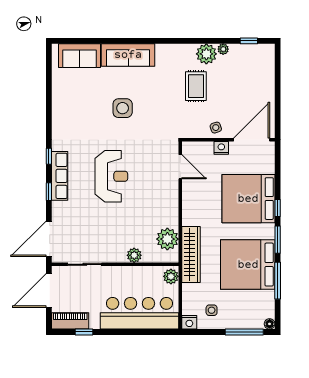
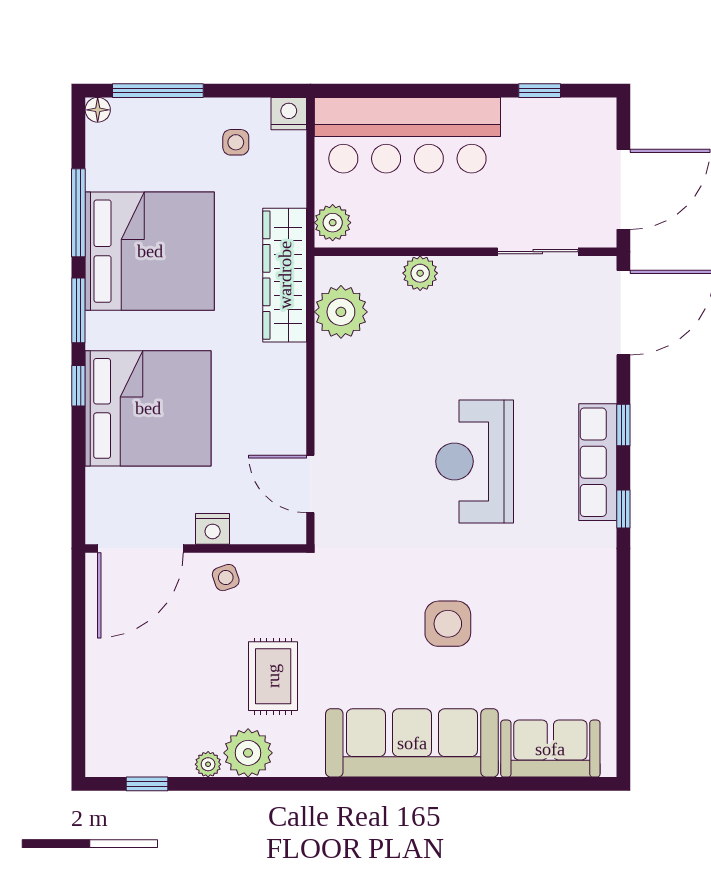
sofa: (128, 55) -> (412, 743), width x1.36, depth x1.27
piano: (70, 321) -> (573, 117), removed

